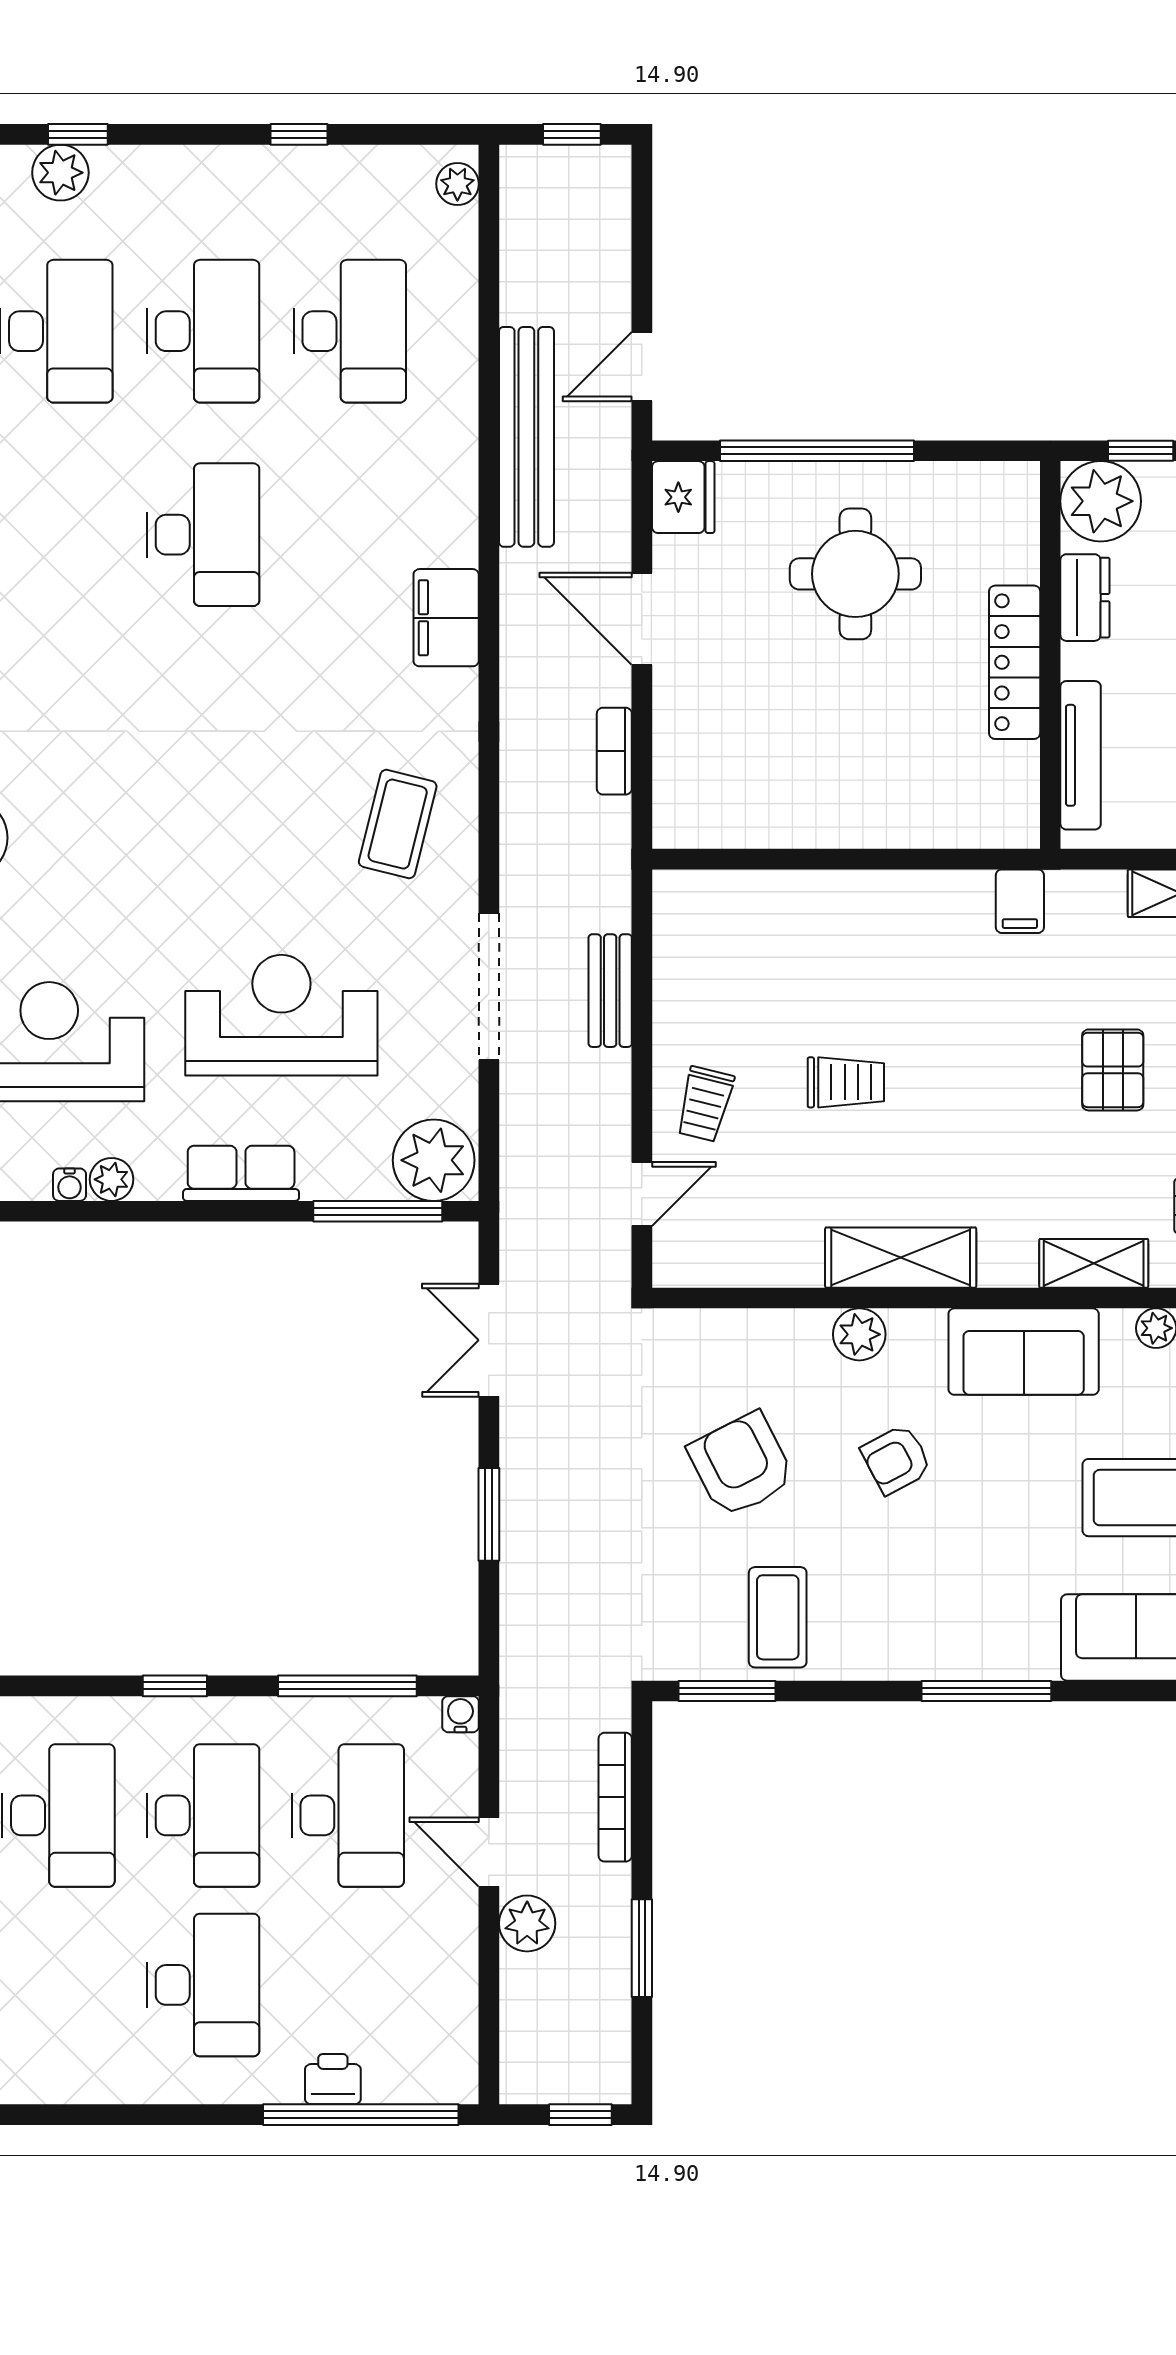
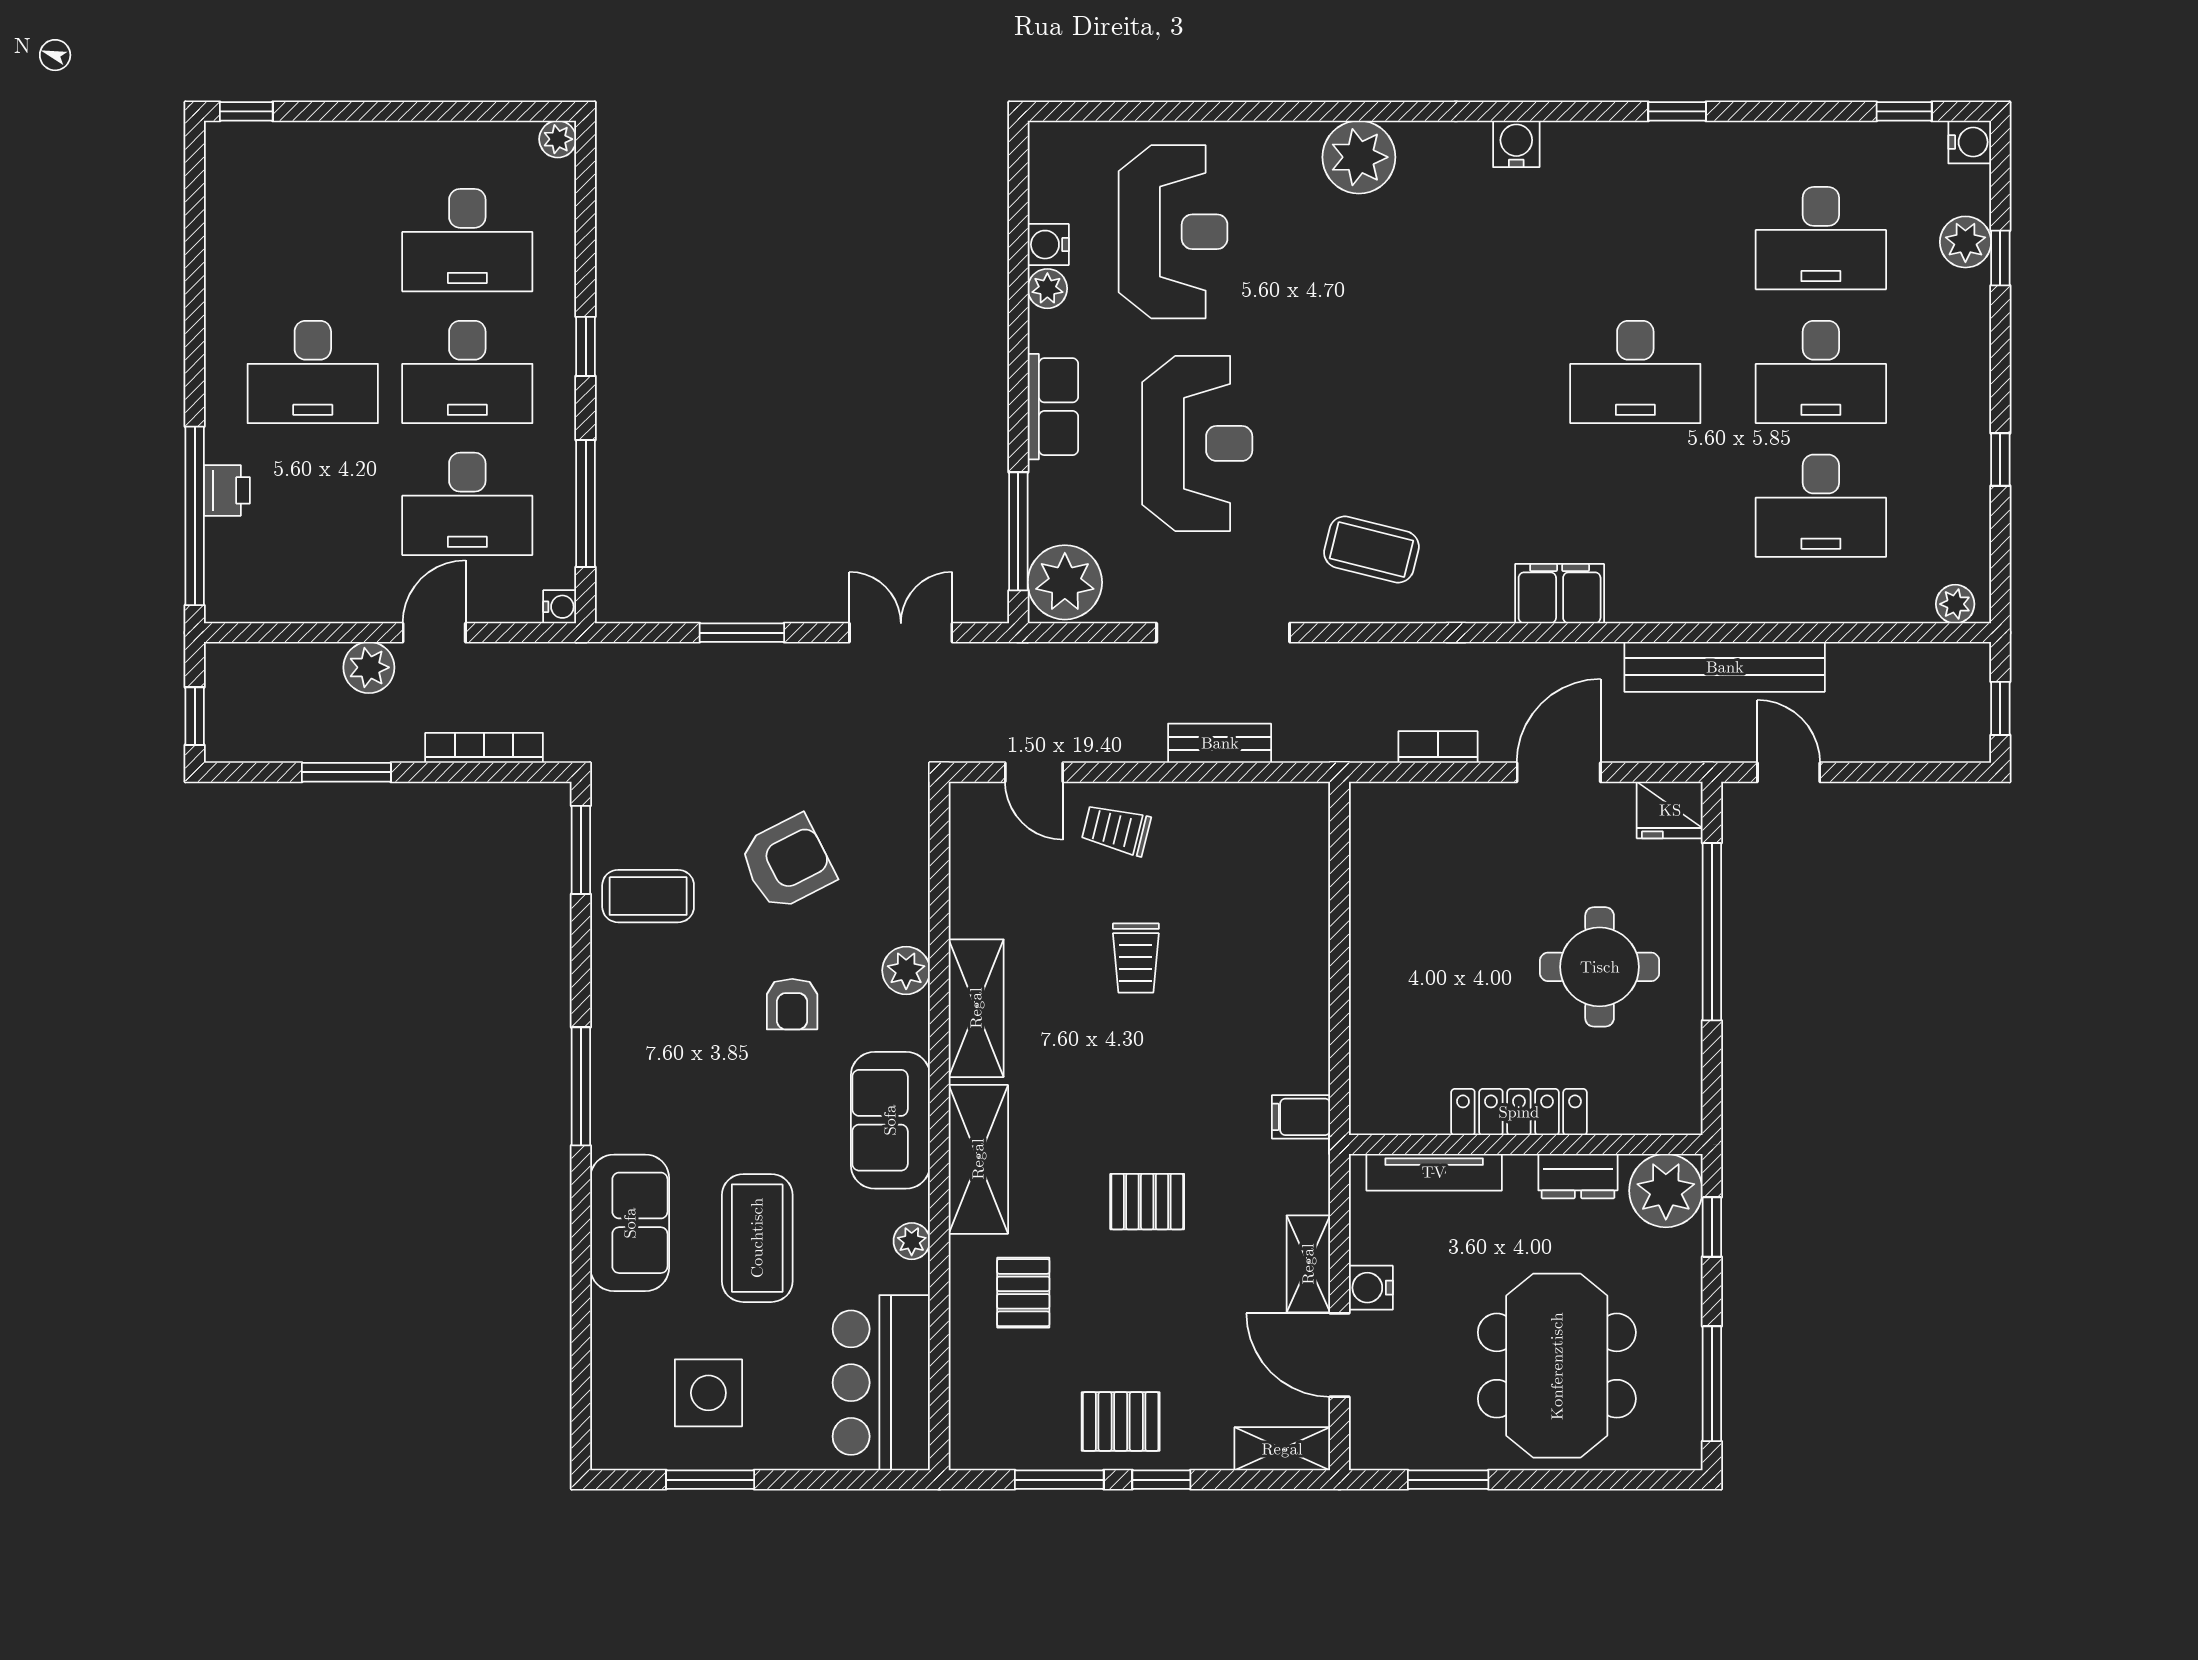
water cooler: (70, 1185) -> (1048, 245), width x1.38, depth x1.38
shelving: (1094, 1263) -> (978, 1159), width x1.50, depth x1.33
armchair: (896, 1459) -> (792, 1004), turned -152

